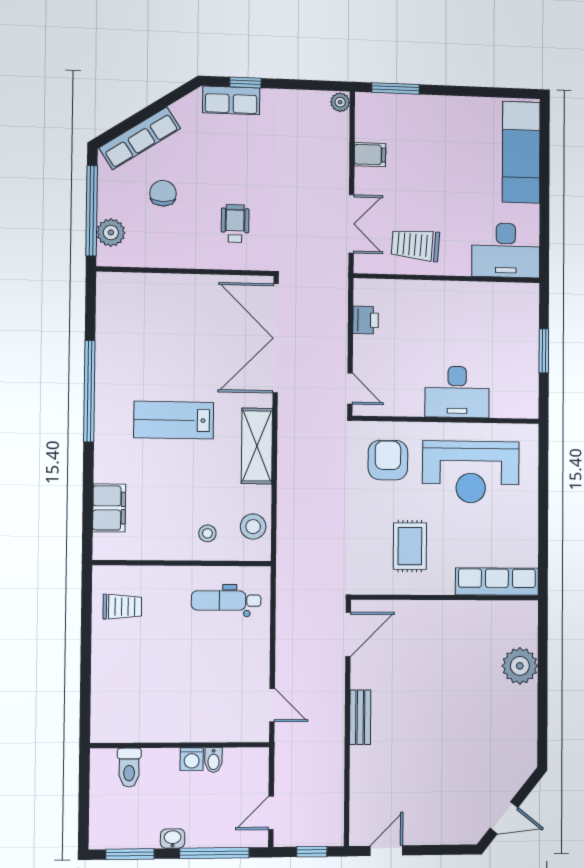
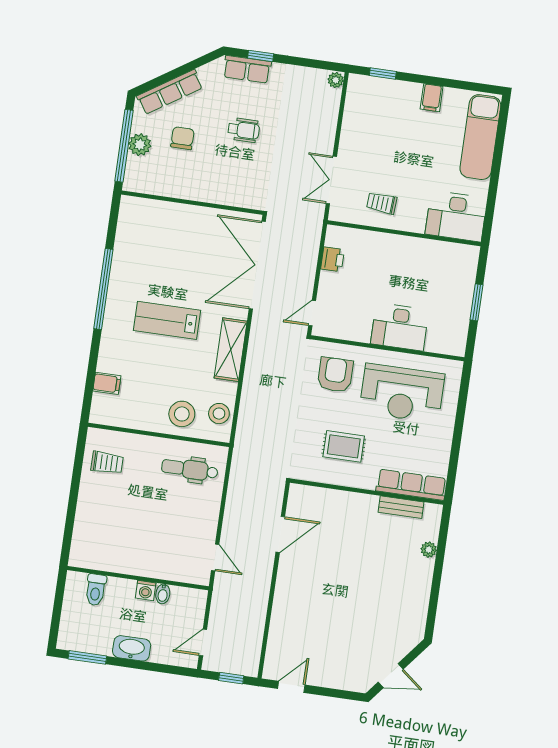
window: (396, 88) -> (383, 74), width x0.67
filing cabinet: (370, 155) -> (432, 98), moved, turned 90
wheelchair: (235, 223) -> (244, 130), moved, turned 90
double door: (351, 224) -> (331, 180), swing flipped
plant: (111, 232) -> (140, 145), moved
trolley: (415, 245) -> (382, 203), width x0.73, depth x0.72
door: (350, 389) -> (312, 313), swing flipped
filing cabinet: (109, 508) -> (107, 383), width x0.50
stool: (207, 533) -> (182, 414), width x1.89, depth x1.89
rug: (410, 546) -> (344, 446), turned 90
door: (348, 634) -> (280, 534), moved
plant: (520, 666) -> (429, 550), width x0.53, depth x0.53
bench: (360, 717) -> (401, 507), moved, turned 90
washbasin: (173, 839) -> (132, 648), width x1.91, depth x1.45
window: (214, 853) -> (154, 667), removed

